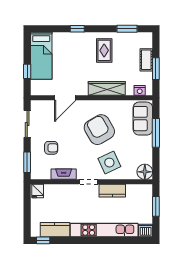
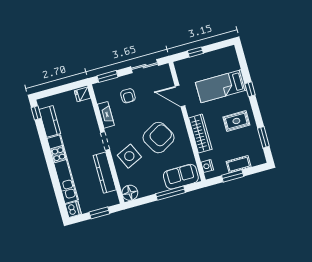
bed: (41, 56) -> (221, 86), moved
kitchen counter: (112, 191) -> (105, 173), width x1.50

